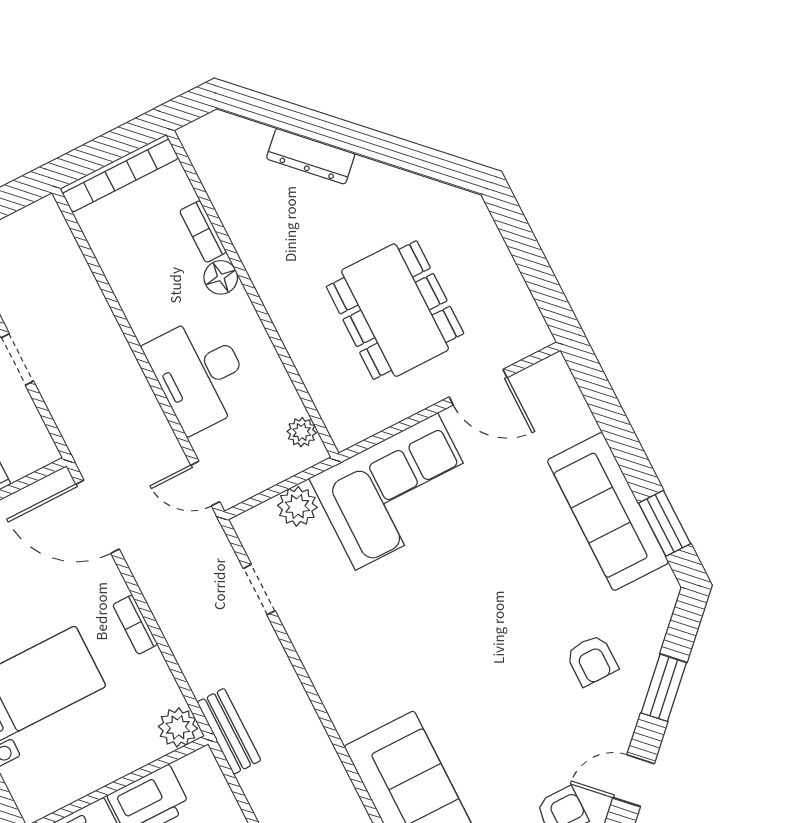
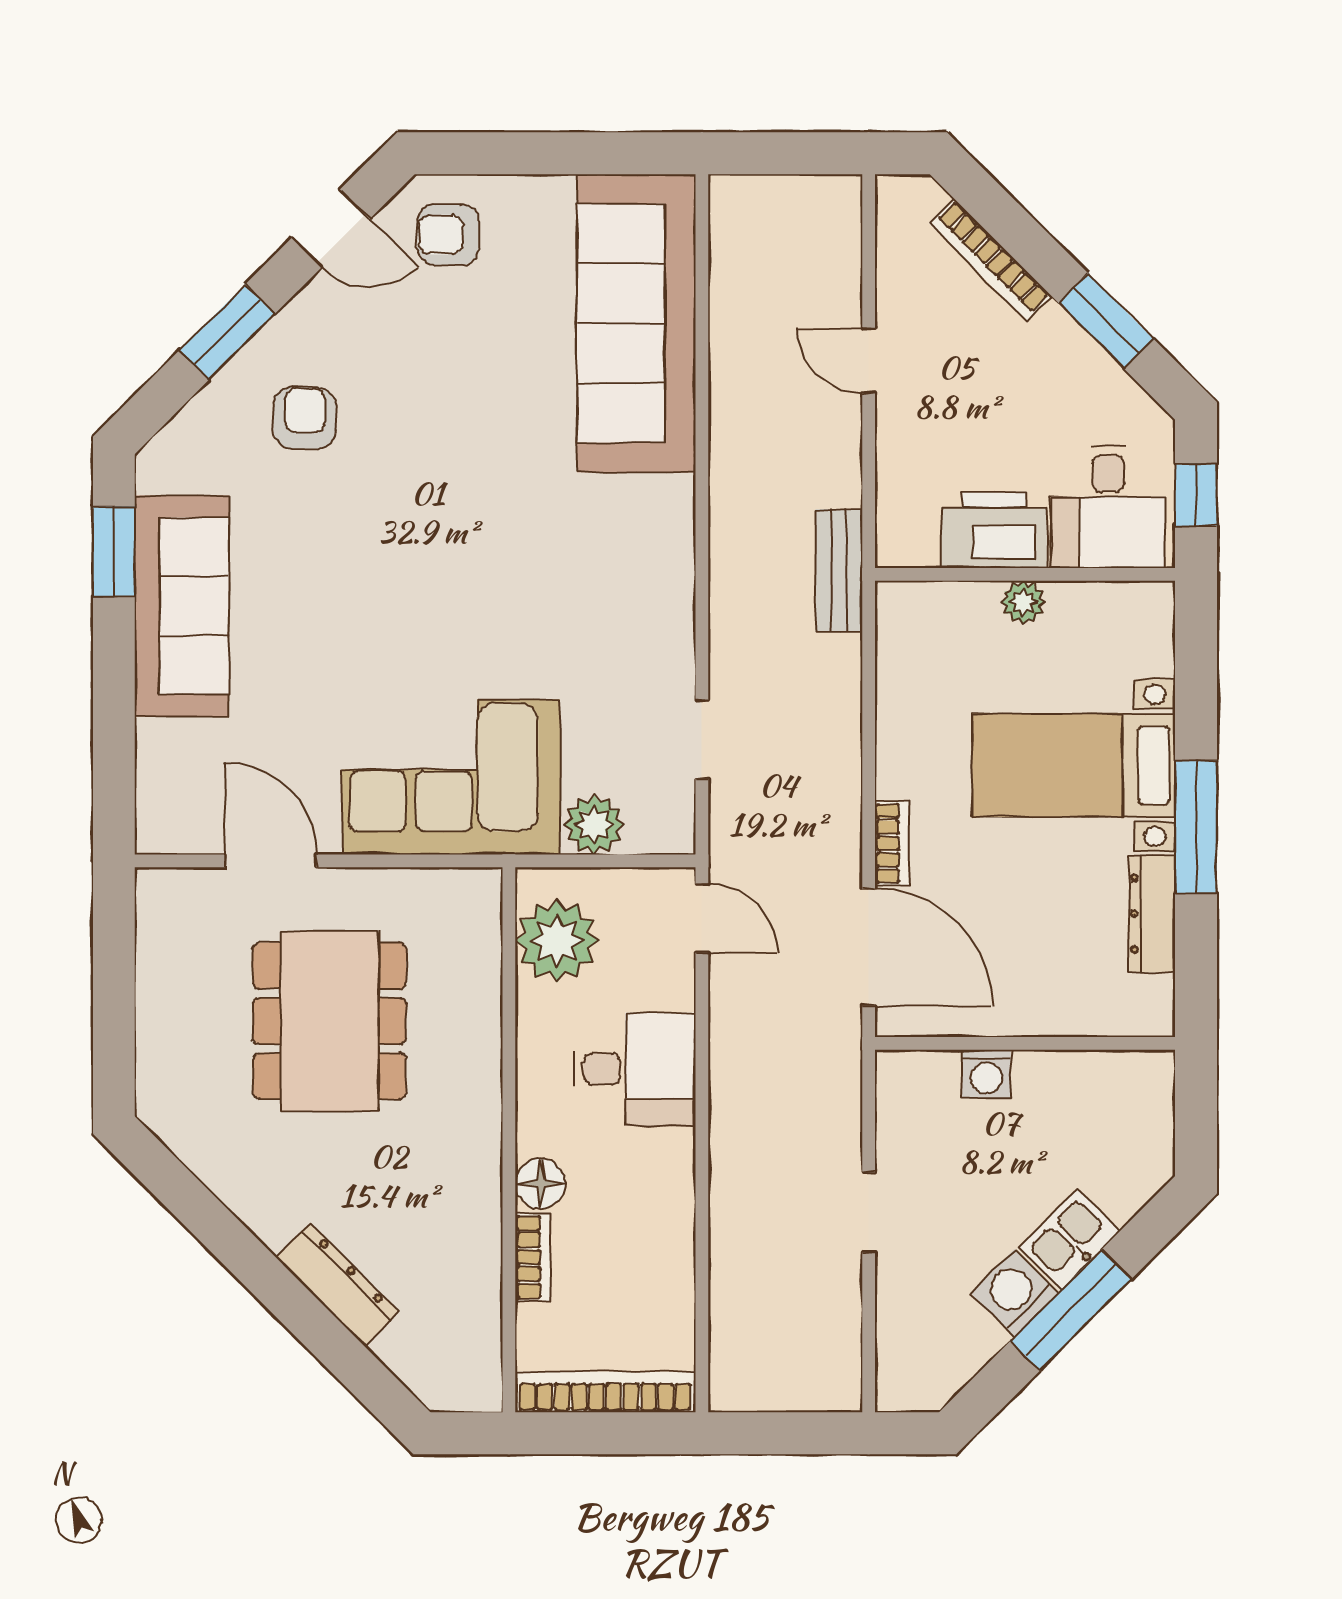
desk: (199, 374) -> (635, 1069), width x0.73
plant: (302, 432) -> (557, 941), width x1.88, depth x1.88
bookcase: (135, 625) -> (892, 844), moved
plant: (178, 727) -> (1023, 602), moved, width x0.73, depth x0.73

